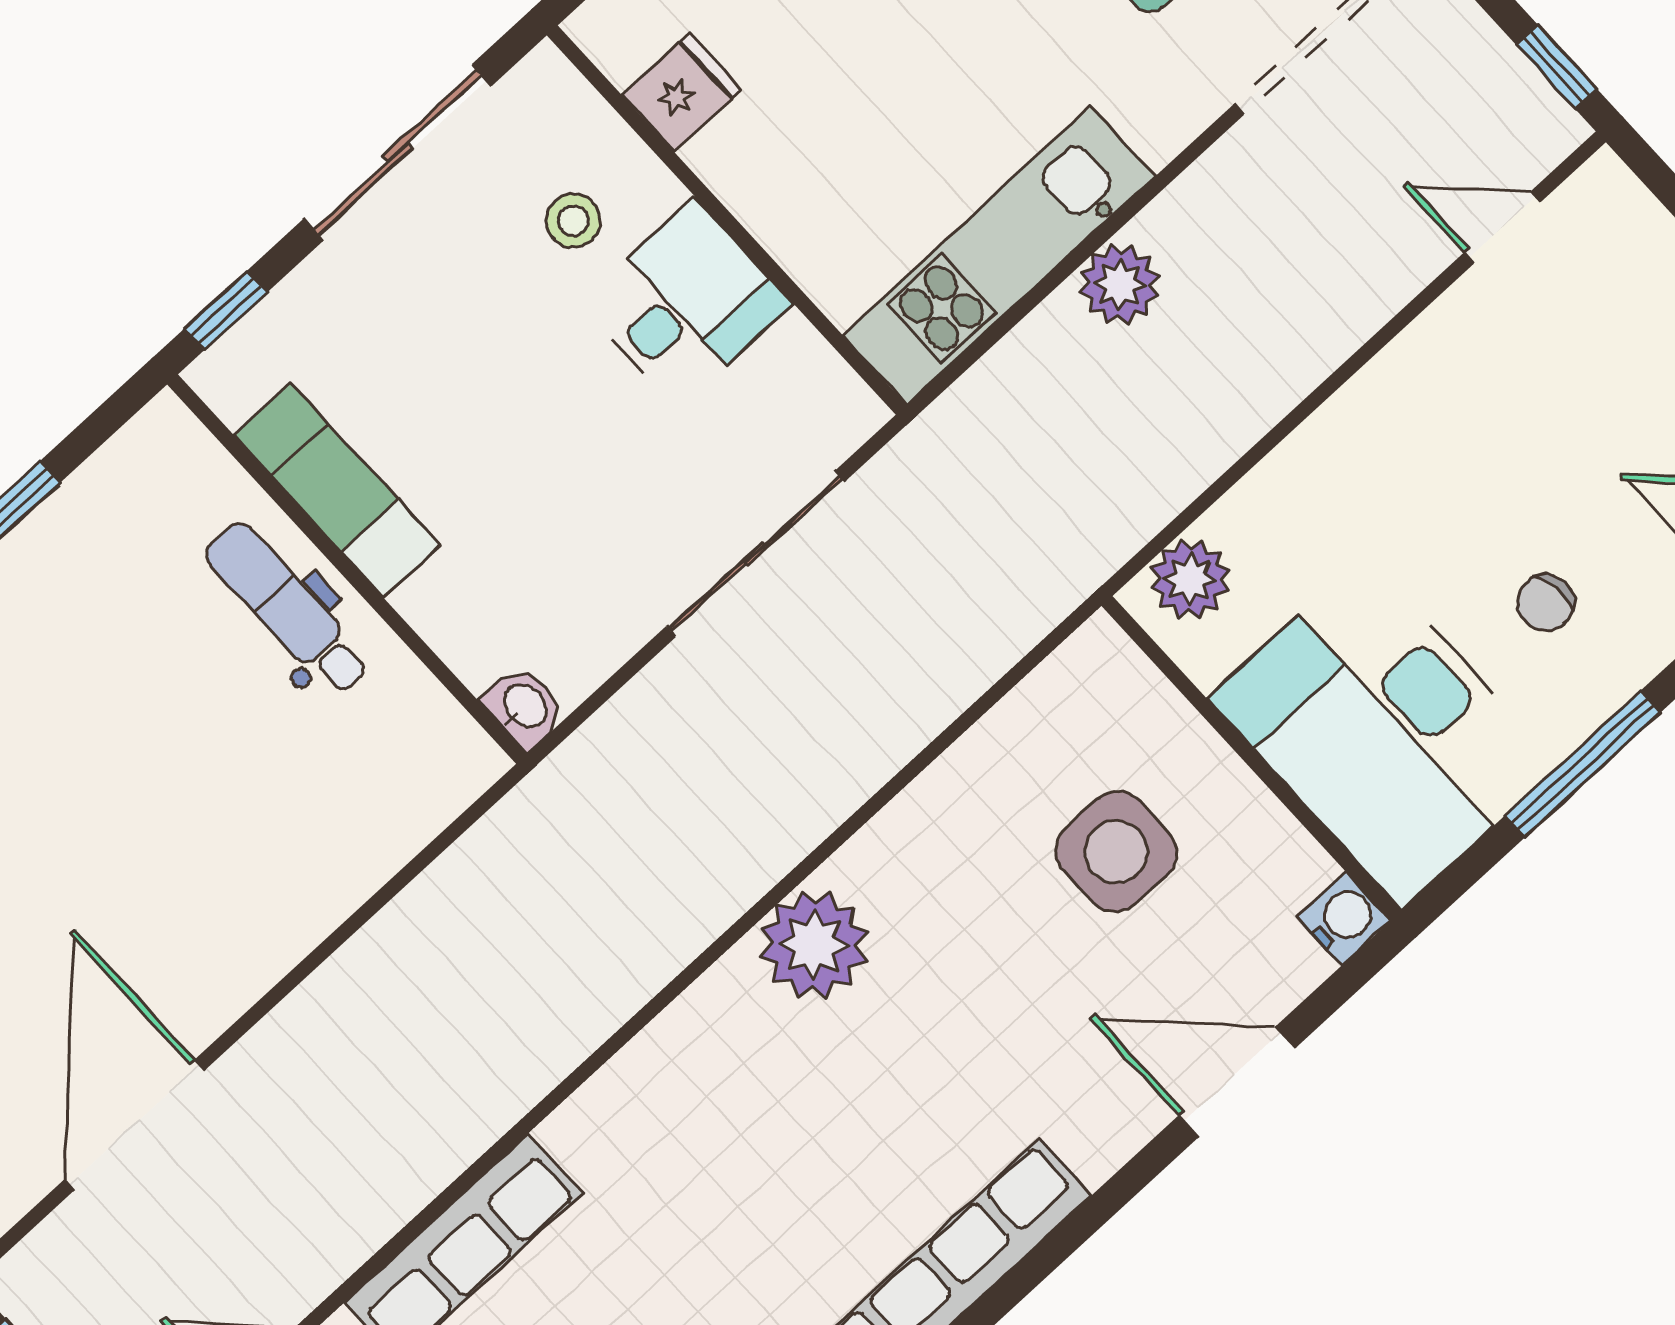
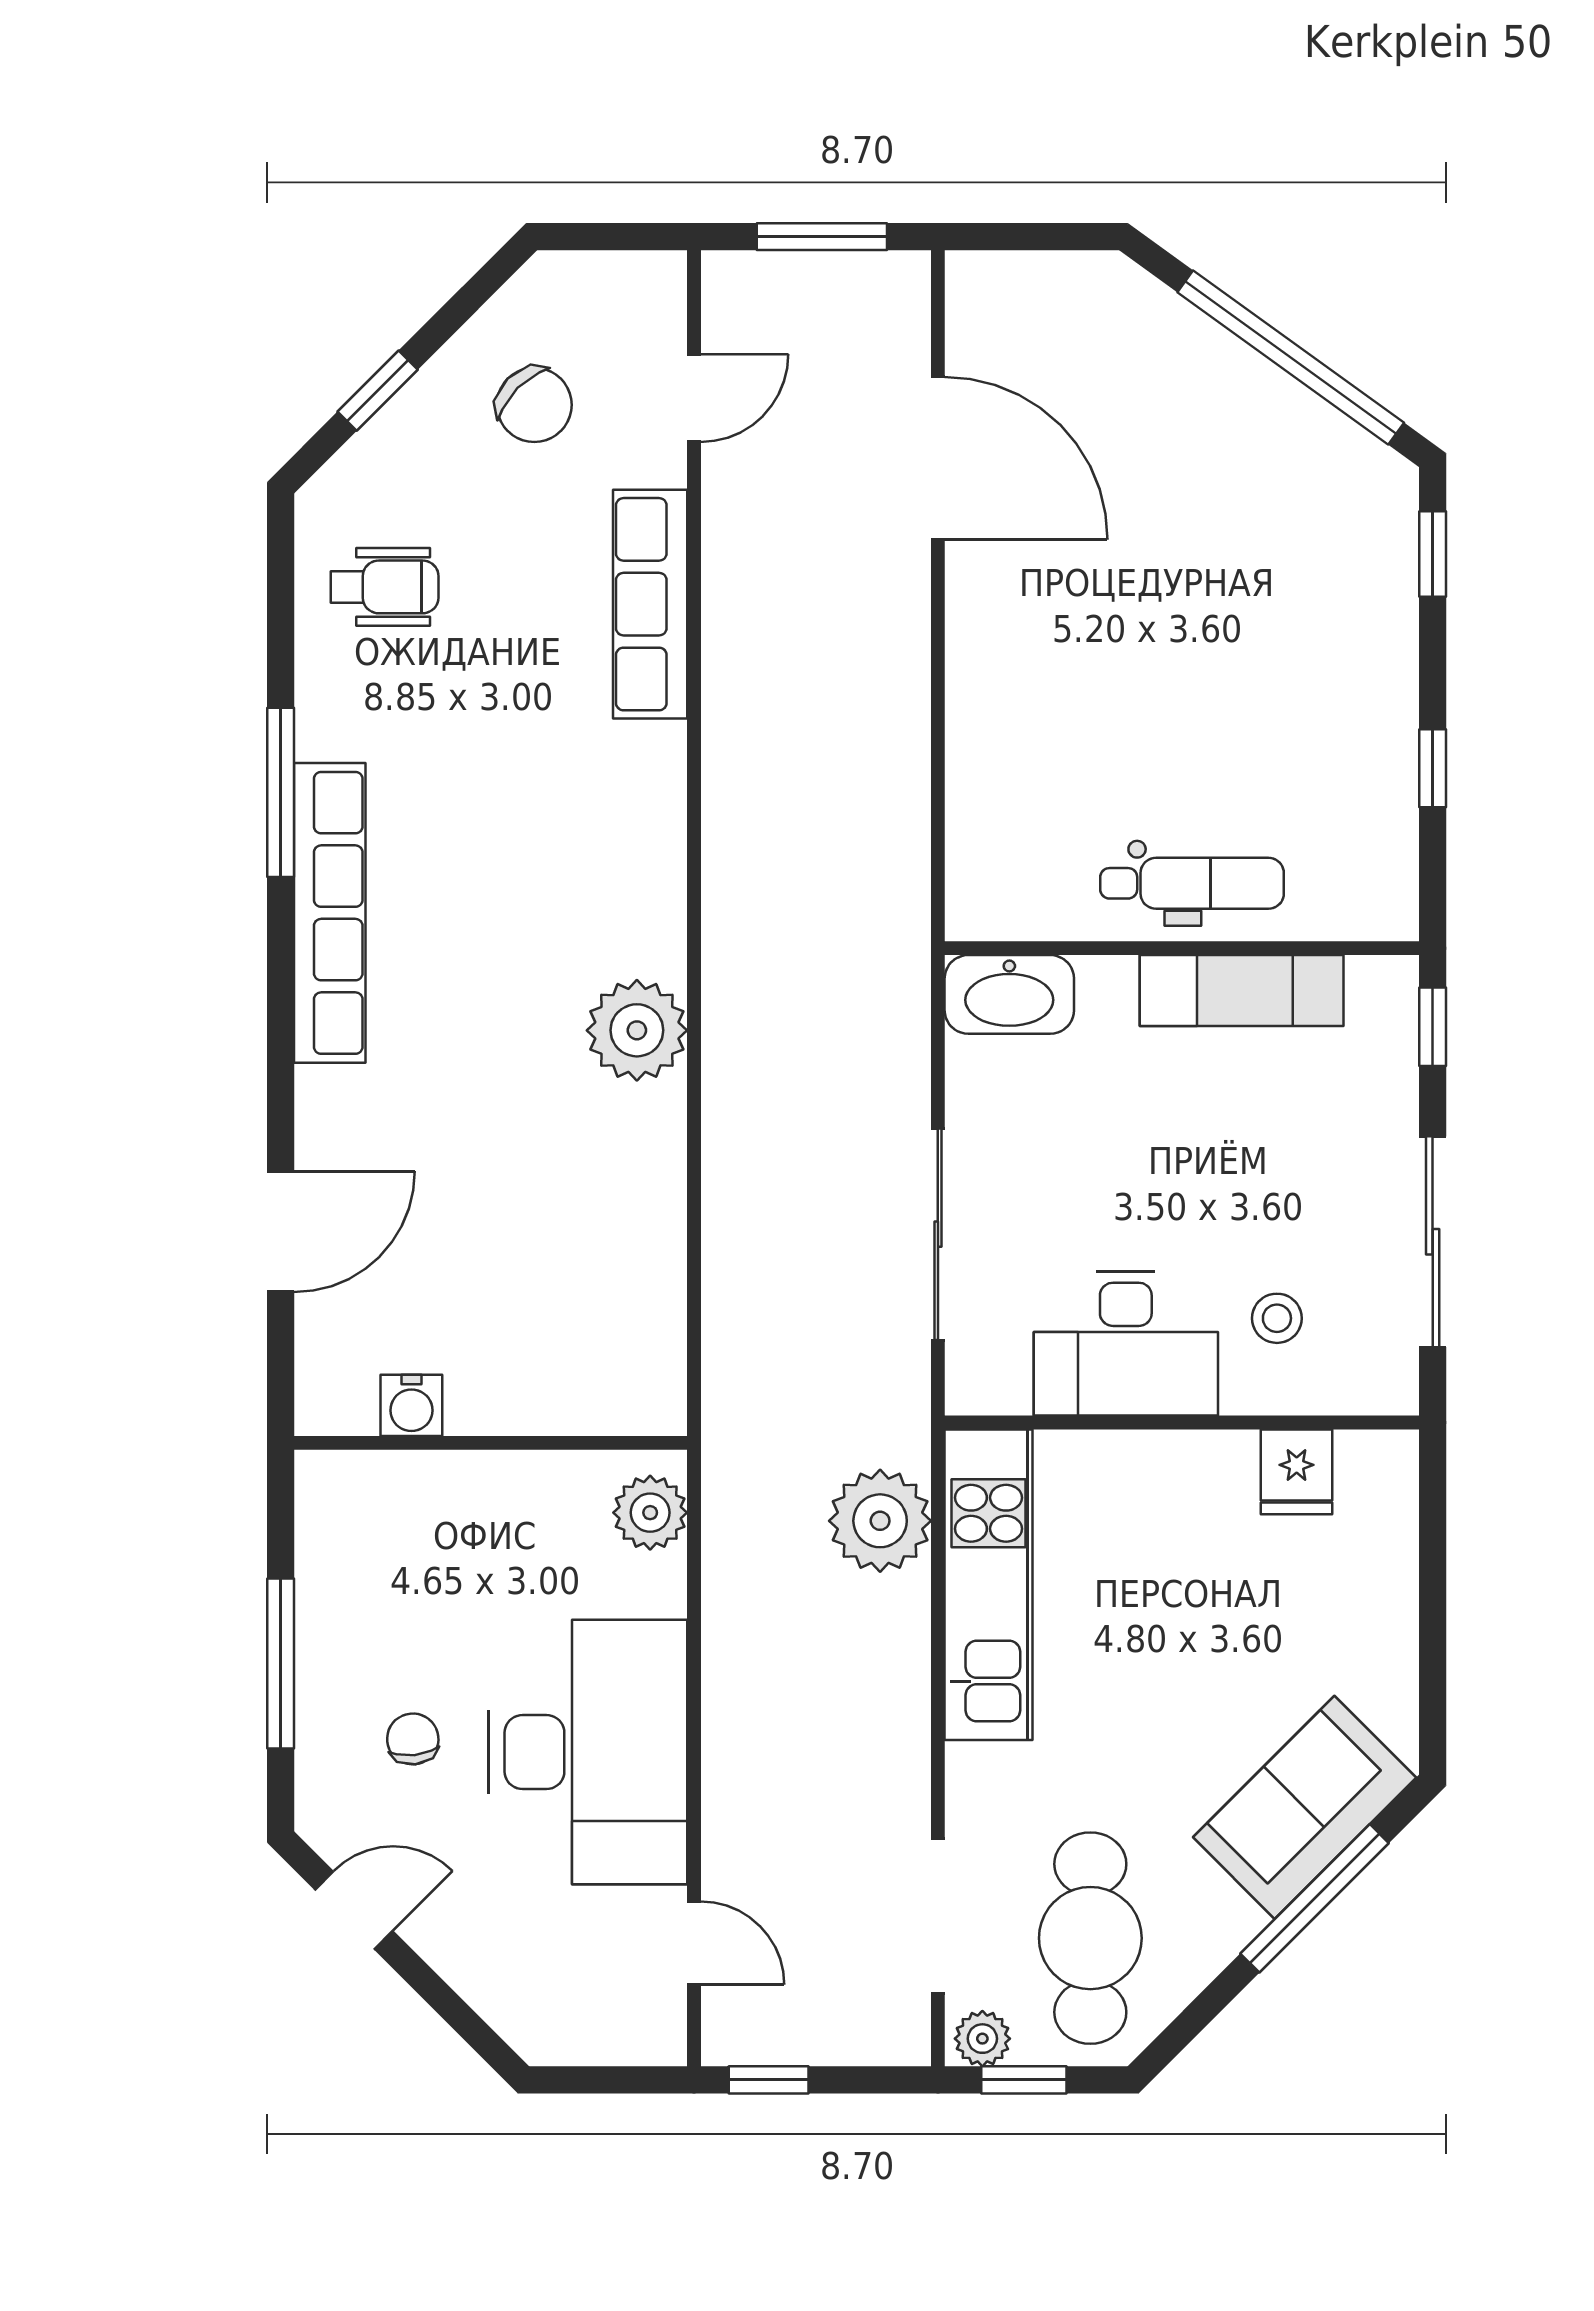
door: (1502, 227) -> (694, 1943), hinge flipped
plant: (1120, 284) -> (880, 1521), moved, width x1.36, depth x1.36
desk: (686, 303) -> (1126, 1343), width x1.37
washbasin: (524, 707) -> (1009, 994), width x1.91, depth x1.45
desk: (1383, 732) -> (588, 1752), moved, turned 90
side table: (1116, 852) -> (512, 1293), removed
water cooler: (1344, 918) -> (411, 1405), moved

